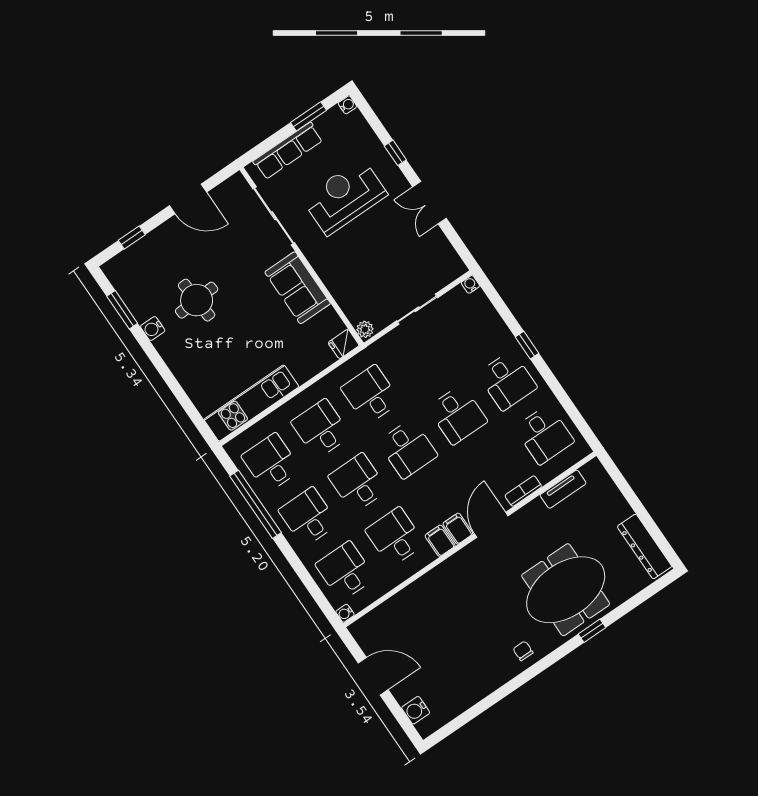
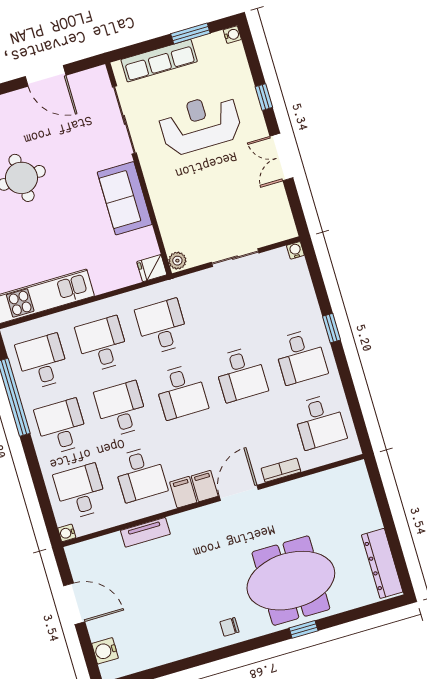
tv unit: (563, 489) -> (145, 532), moved
desk: (395, 537) -> (140, 474), turned 180
chair: (523, 651) -> (229, 627), turned -90

